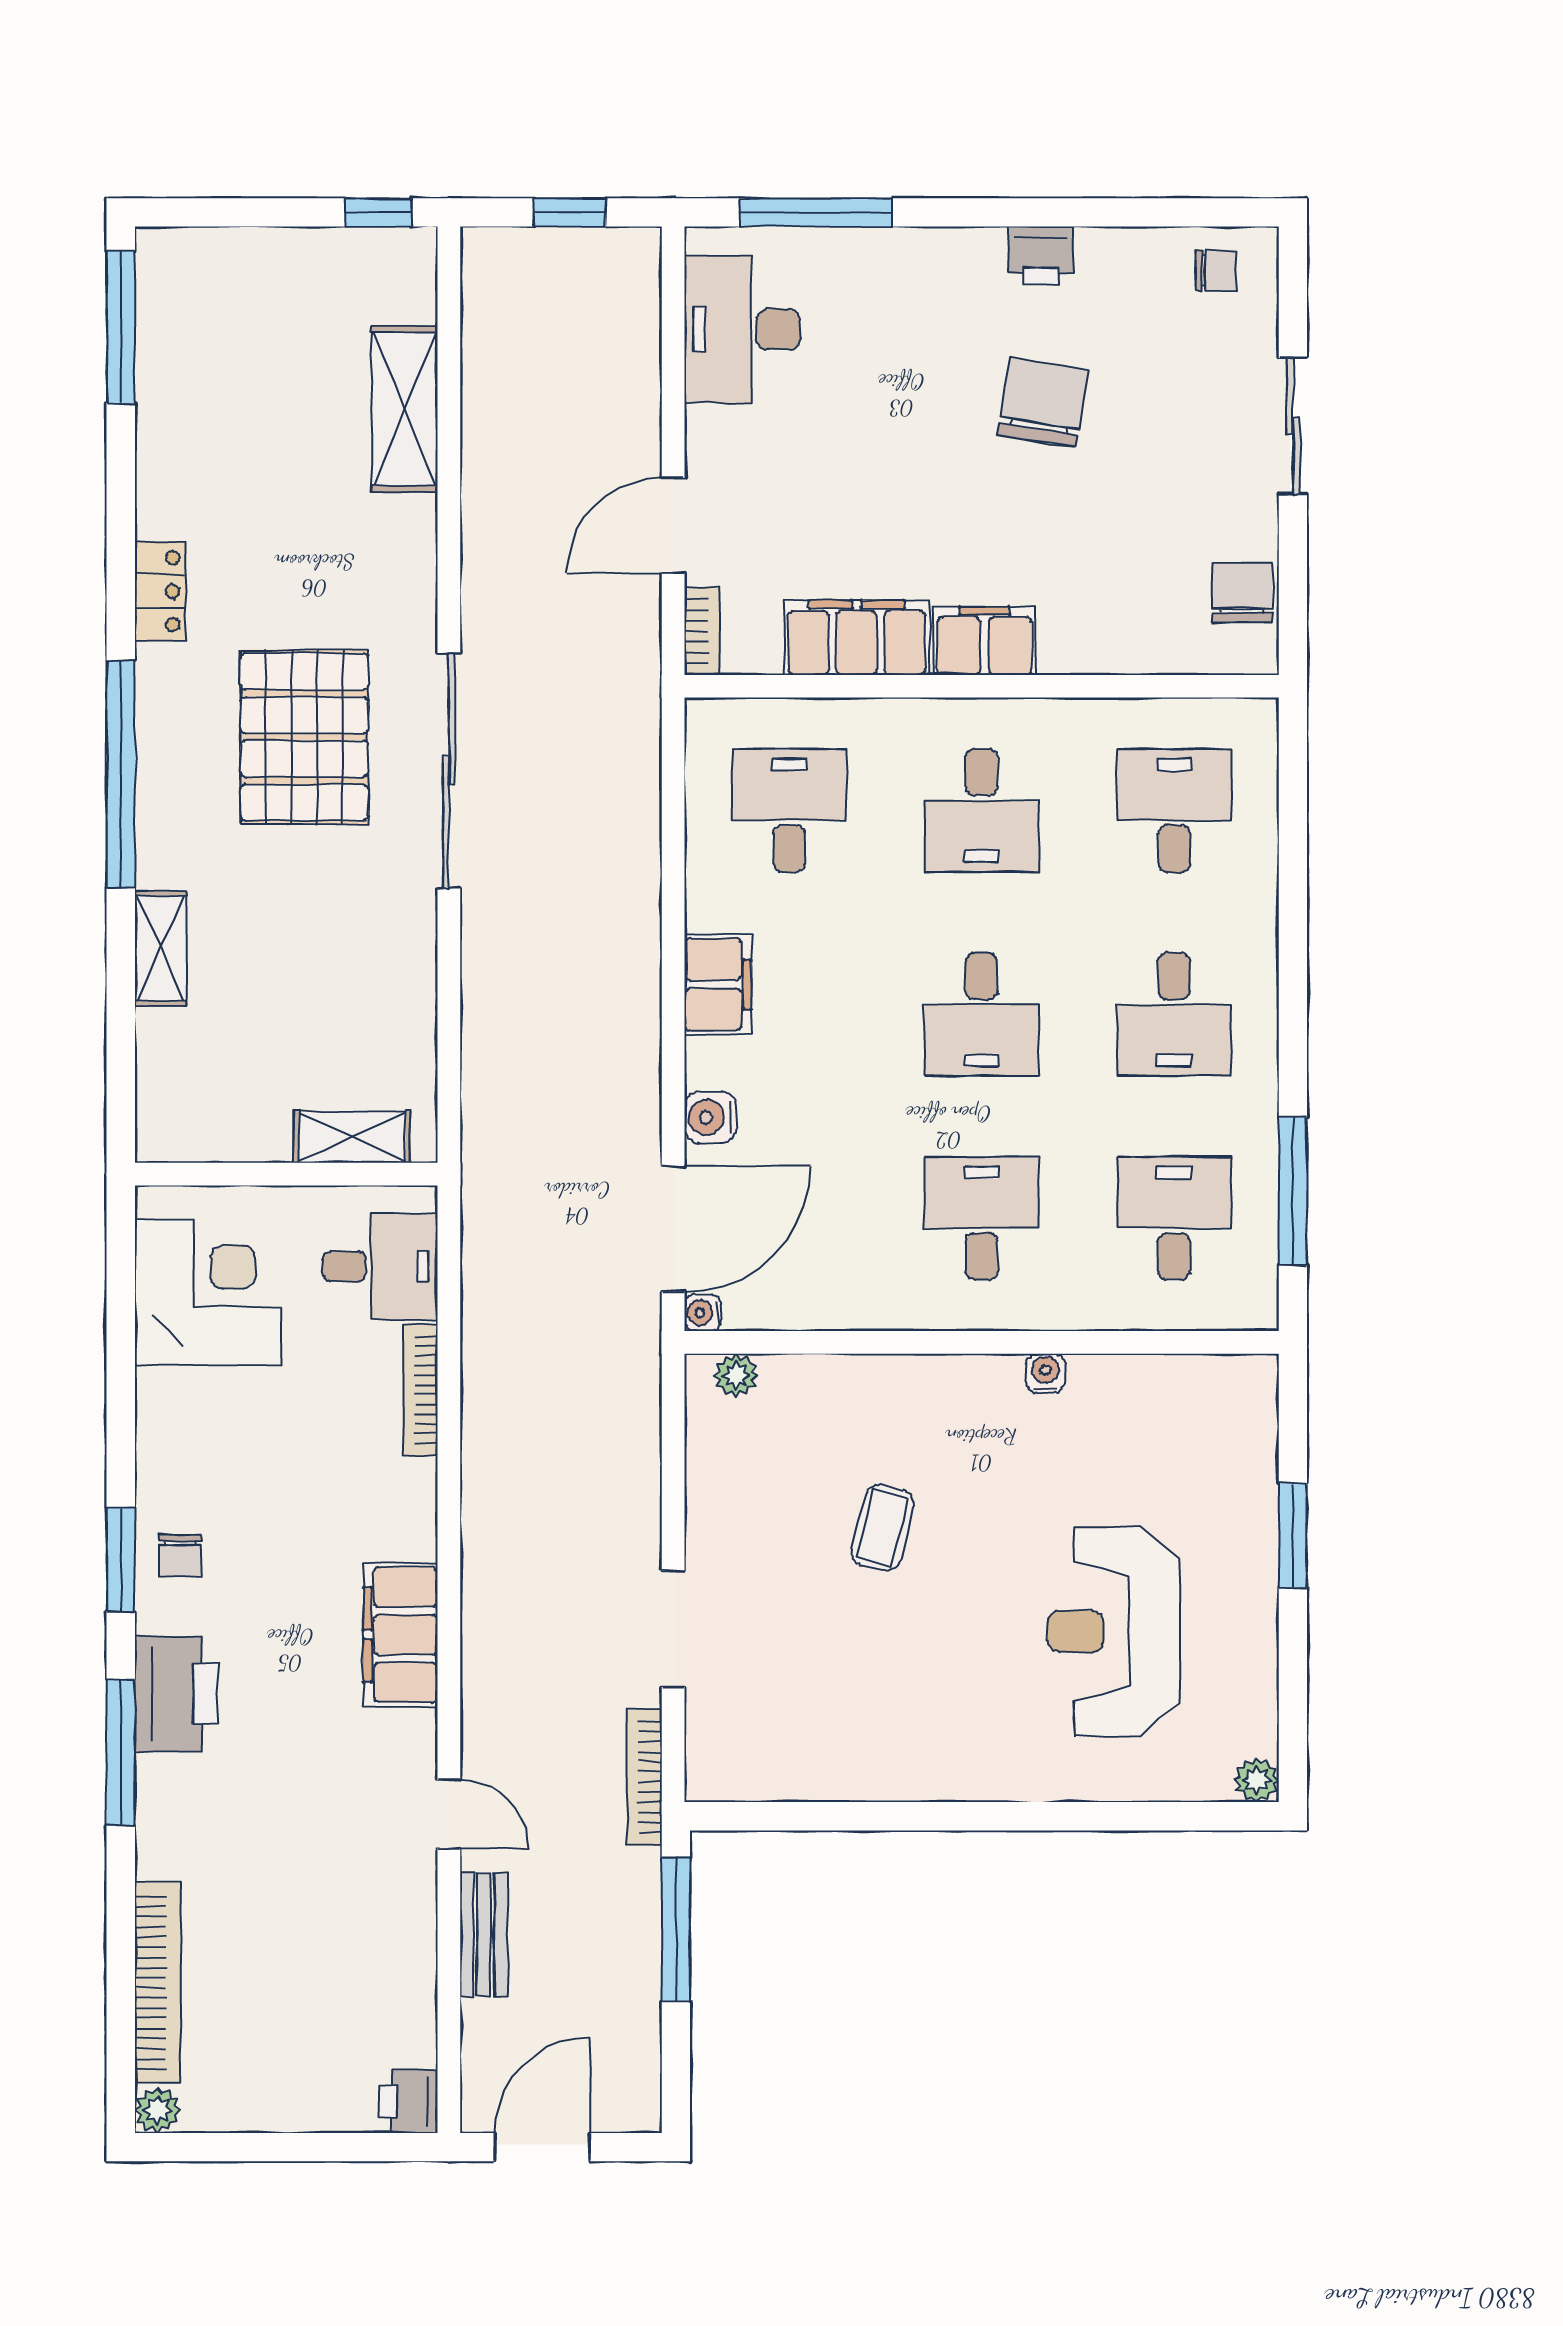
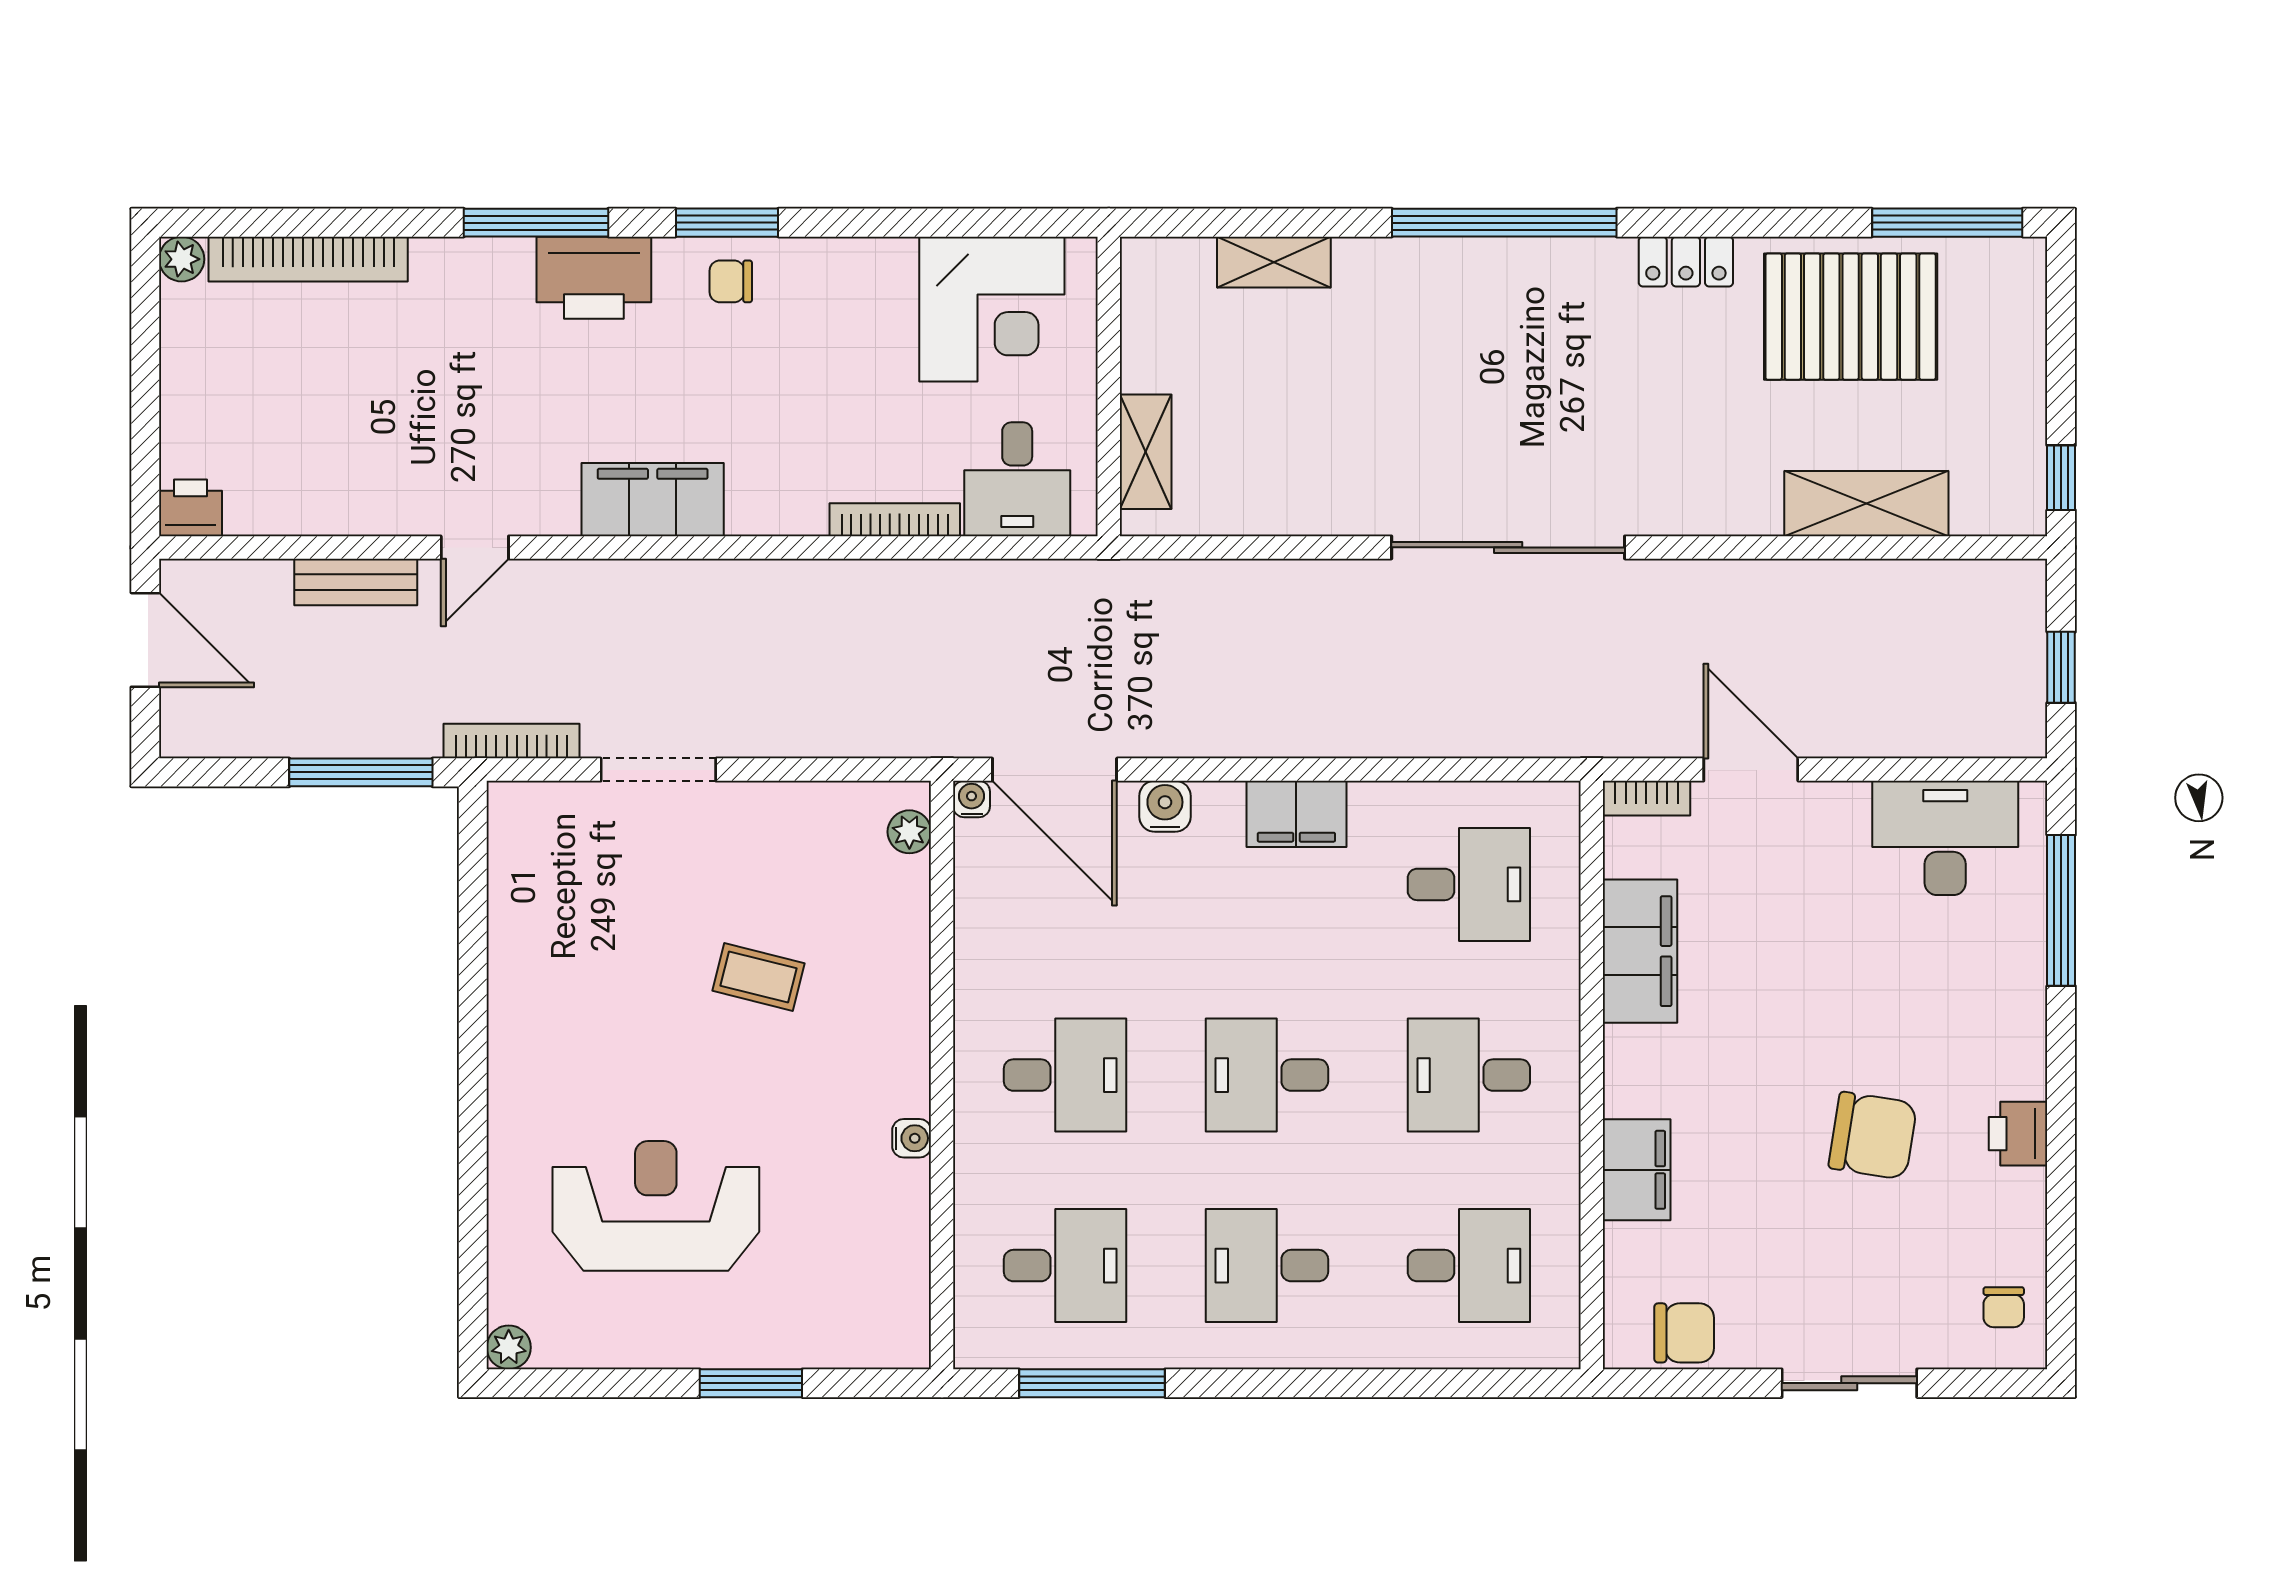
filing cabinet: (984, 641) -> (1637, 1170), moved
pallet: (304, 737) -> (1851, 317), moved
shelving: (161, 949) -> (1274, 262), moved

